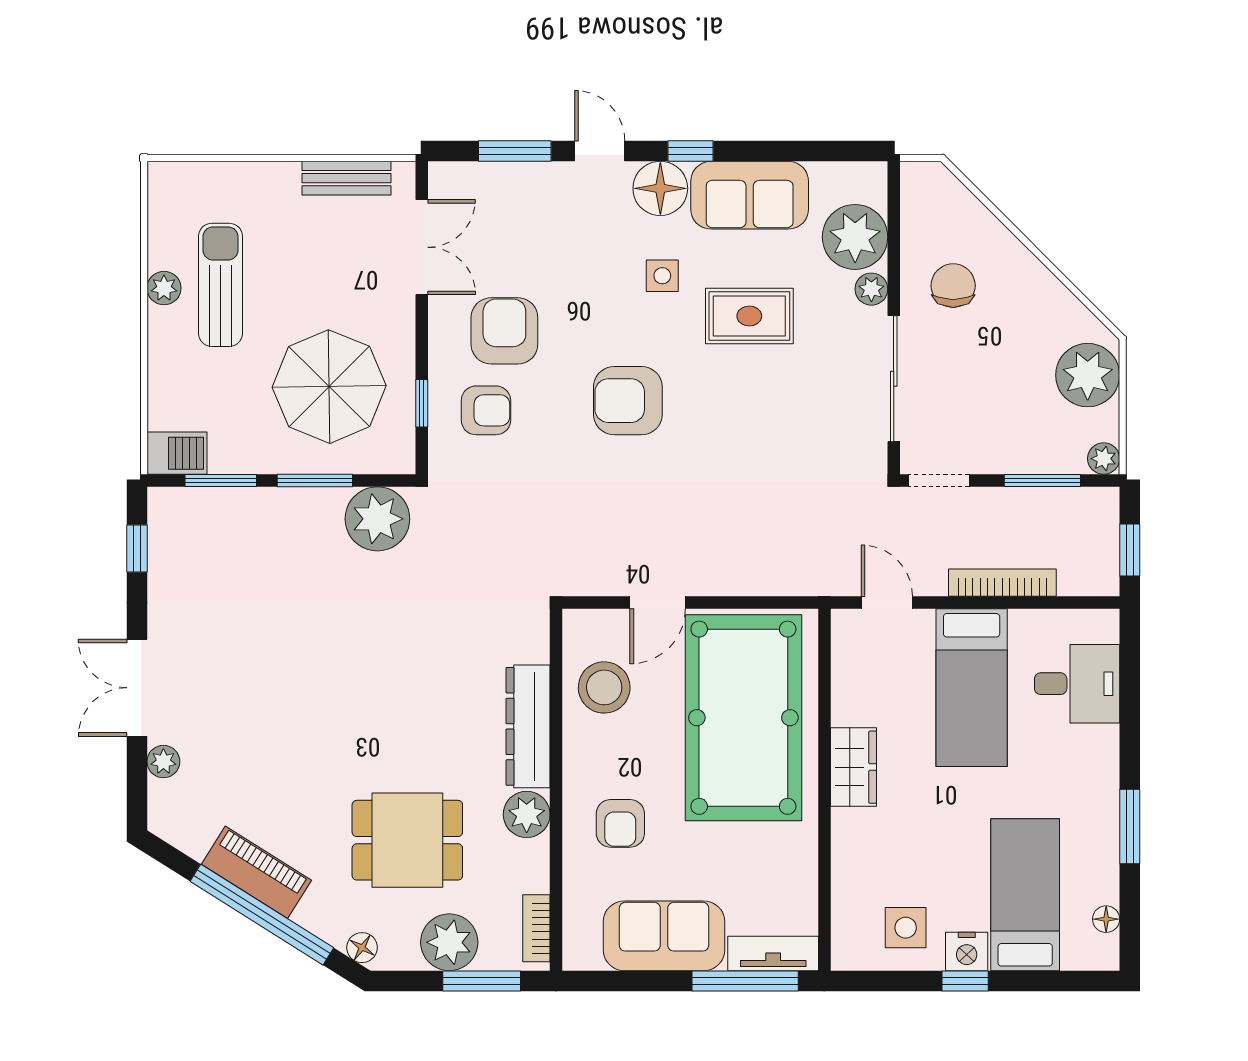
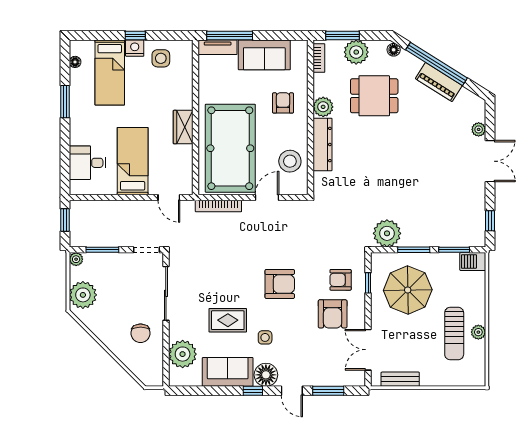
plant: (871, 289) -> (176, 332), removed
bookcase: (1002, 583) -> (218, 206), moved

